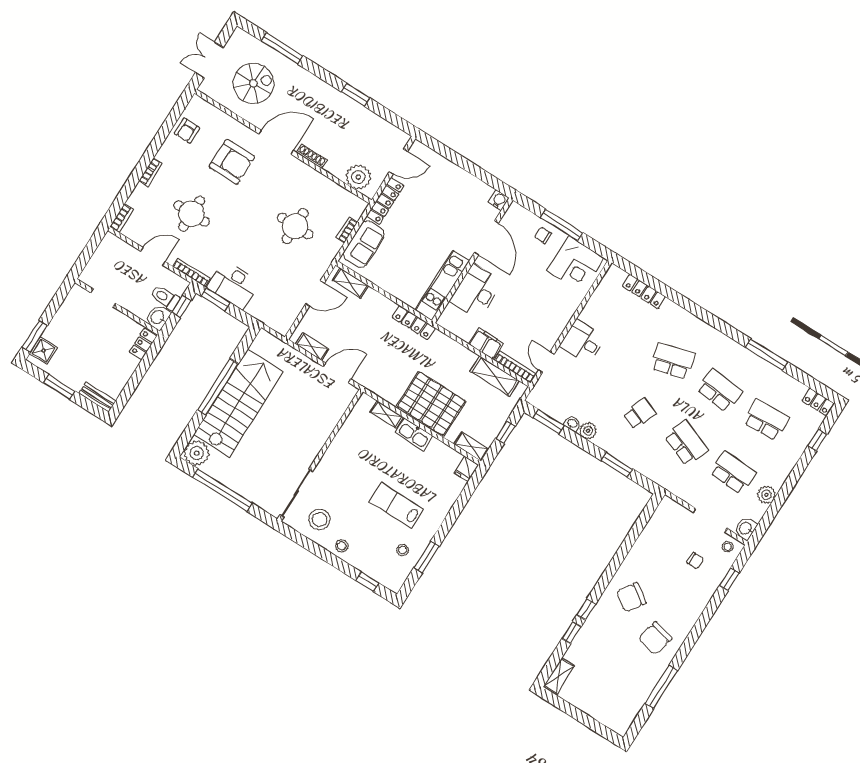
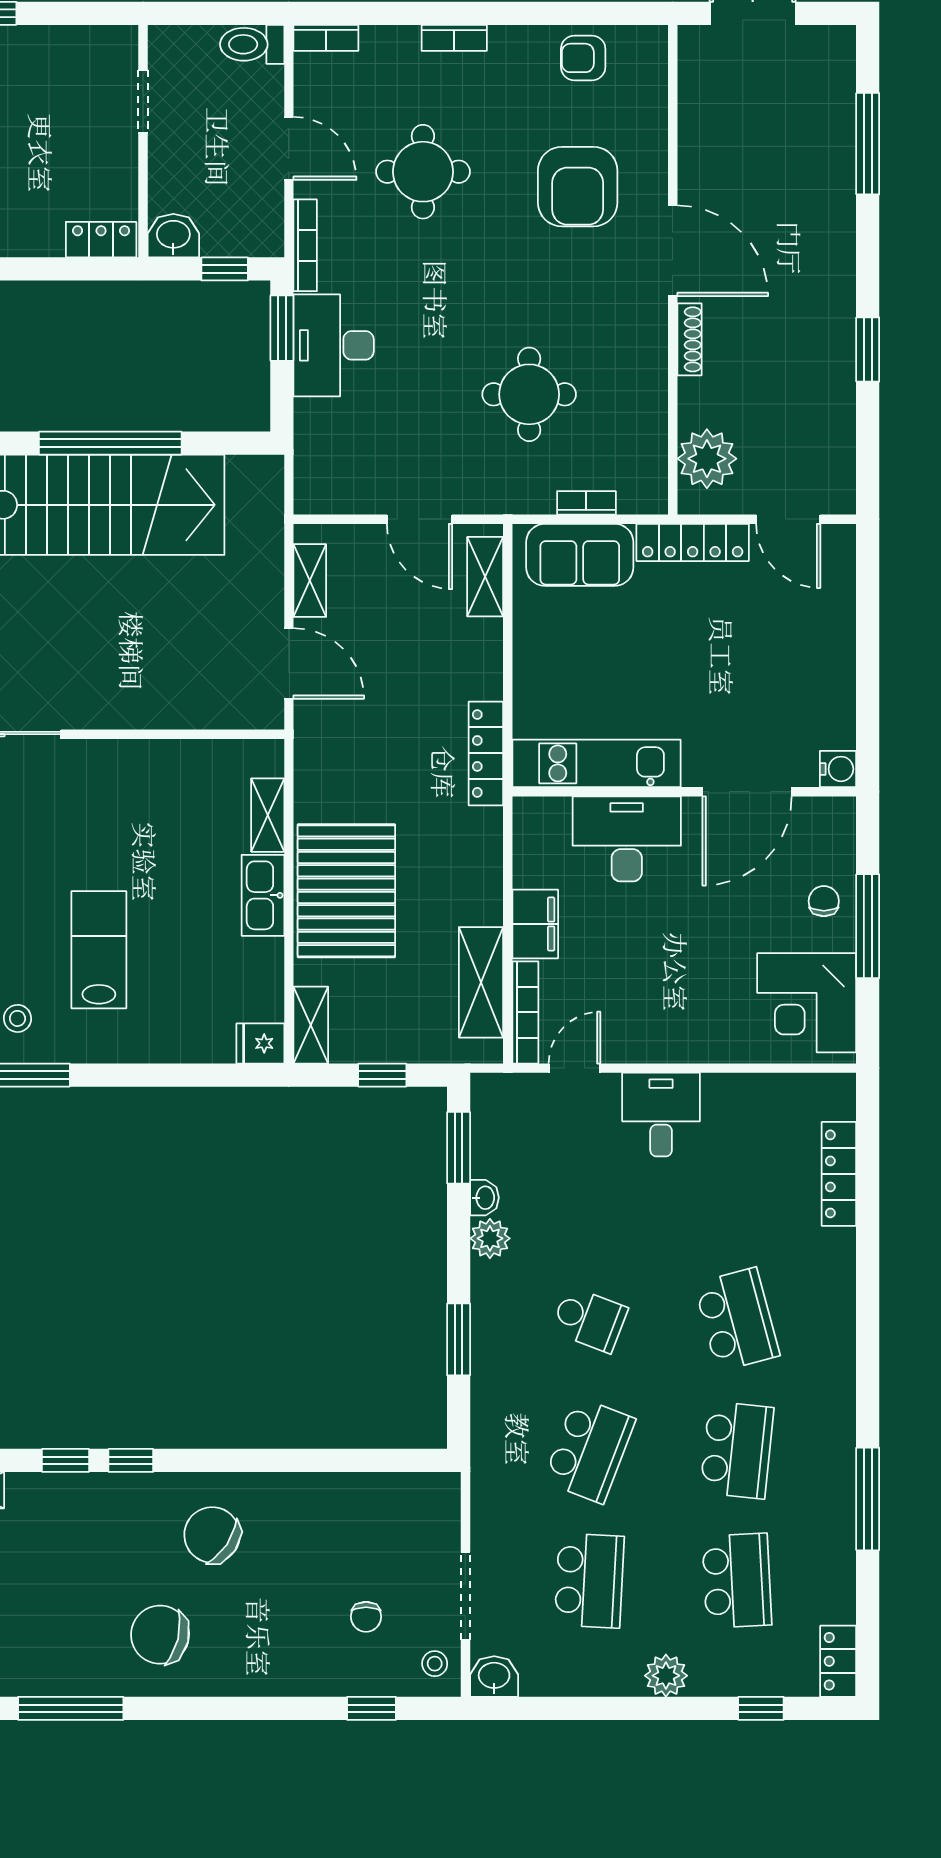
spiral stairs: (253, 83) -> (761, 131), removed
toilet: (165, 298) -> (252, 44), moved, turned -90
plant: (766, 495) -> (666, 1676), moved

